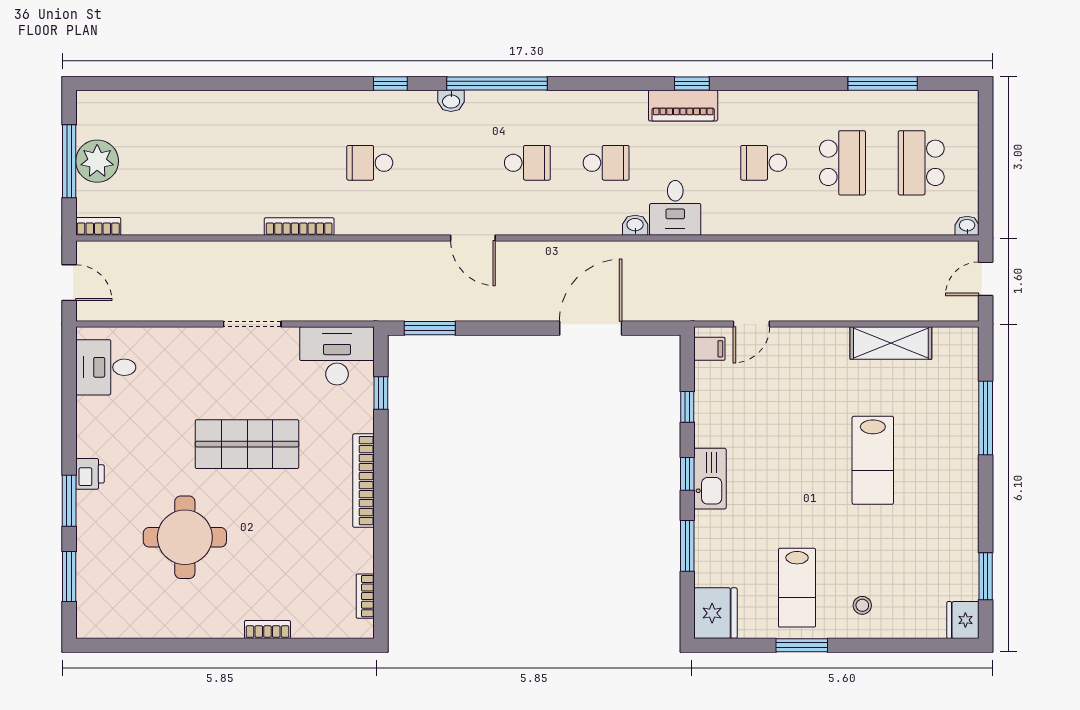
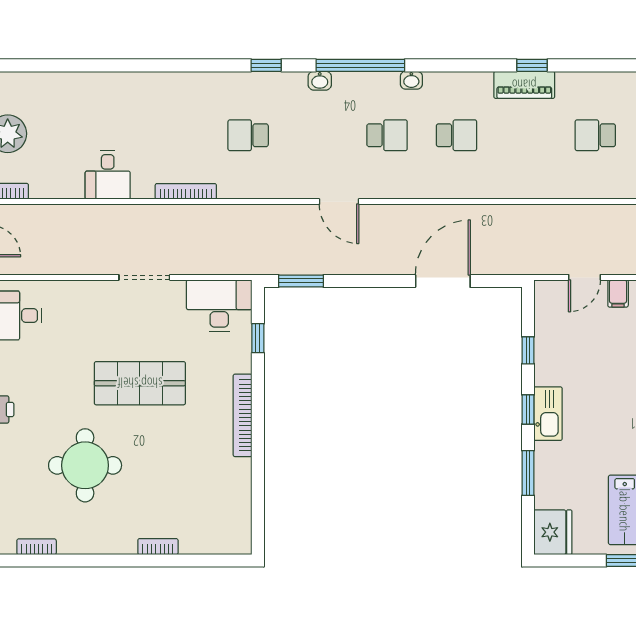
desk: (675, 208) -> (108, 175), moved
washbasin: (635, 225) -> (411, 80), moved, turned 180
filing cabinet: (709, 349) -> (618, 293), moved, turned 90
bookcase: (365, 596) -> (37, 547), moved, turned 90

